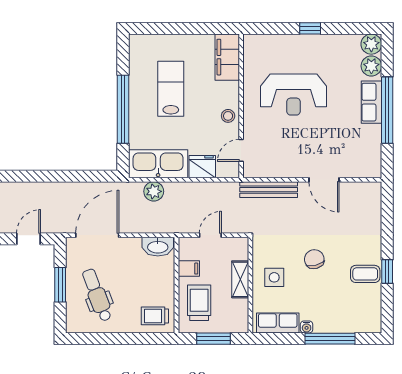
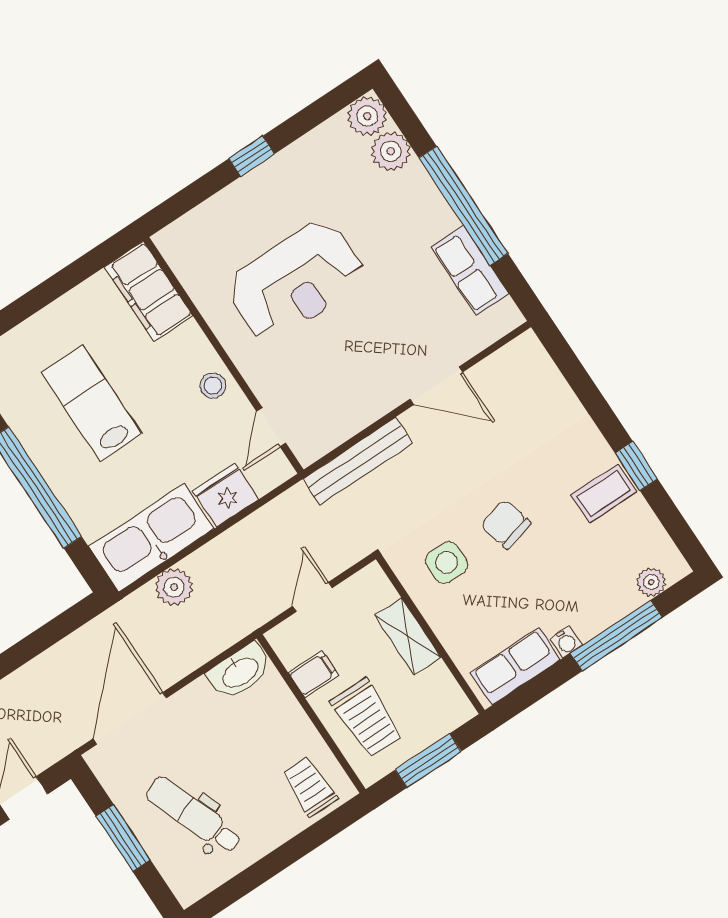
row of seats: (371, 102) -> (470, 270), moved
side table: (274, 277) -> (447, 563), moved
trolley: (199, 303) -> (367, 718), turned 180
trolley: (155, 316) -> (309, 787), turned 90
plant: (360, 326) -> (651, 582), added

